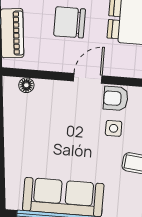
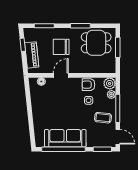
door: (88, 78) -> (61, 75), moved

